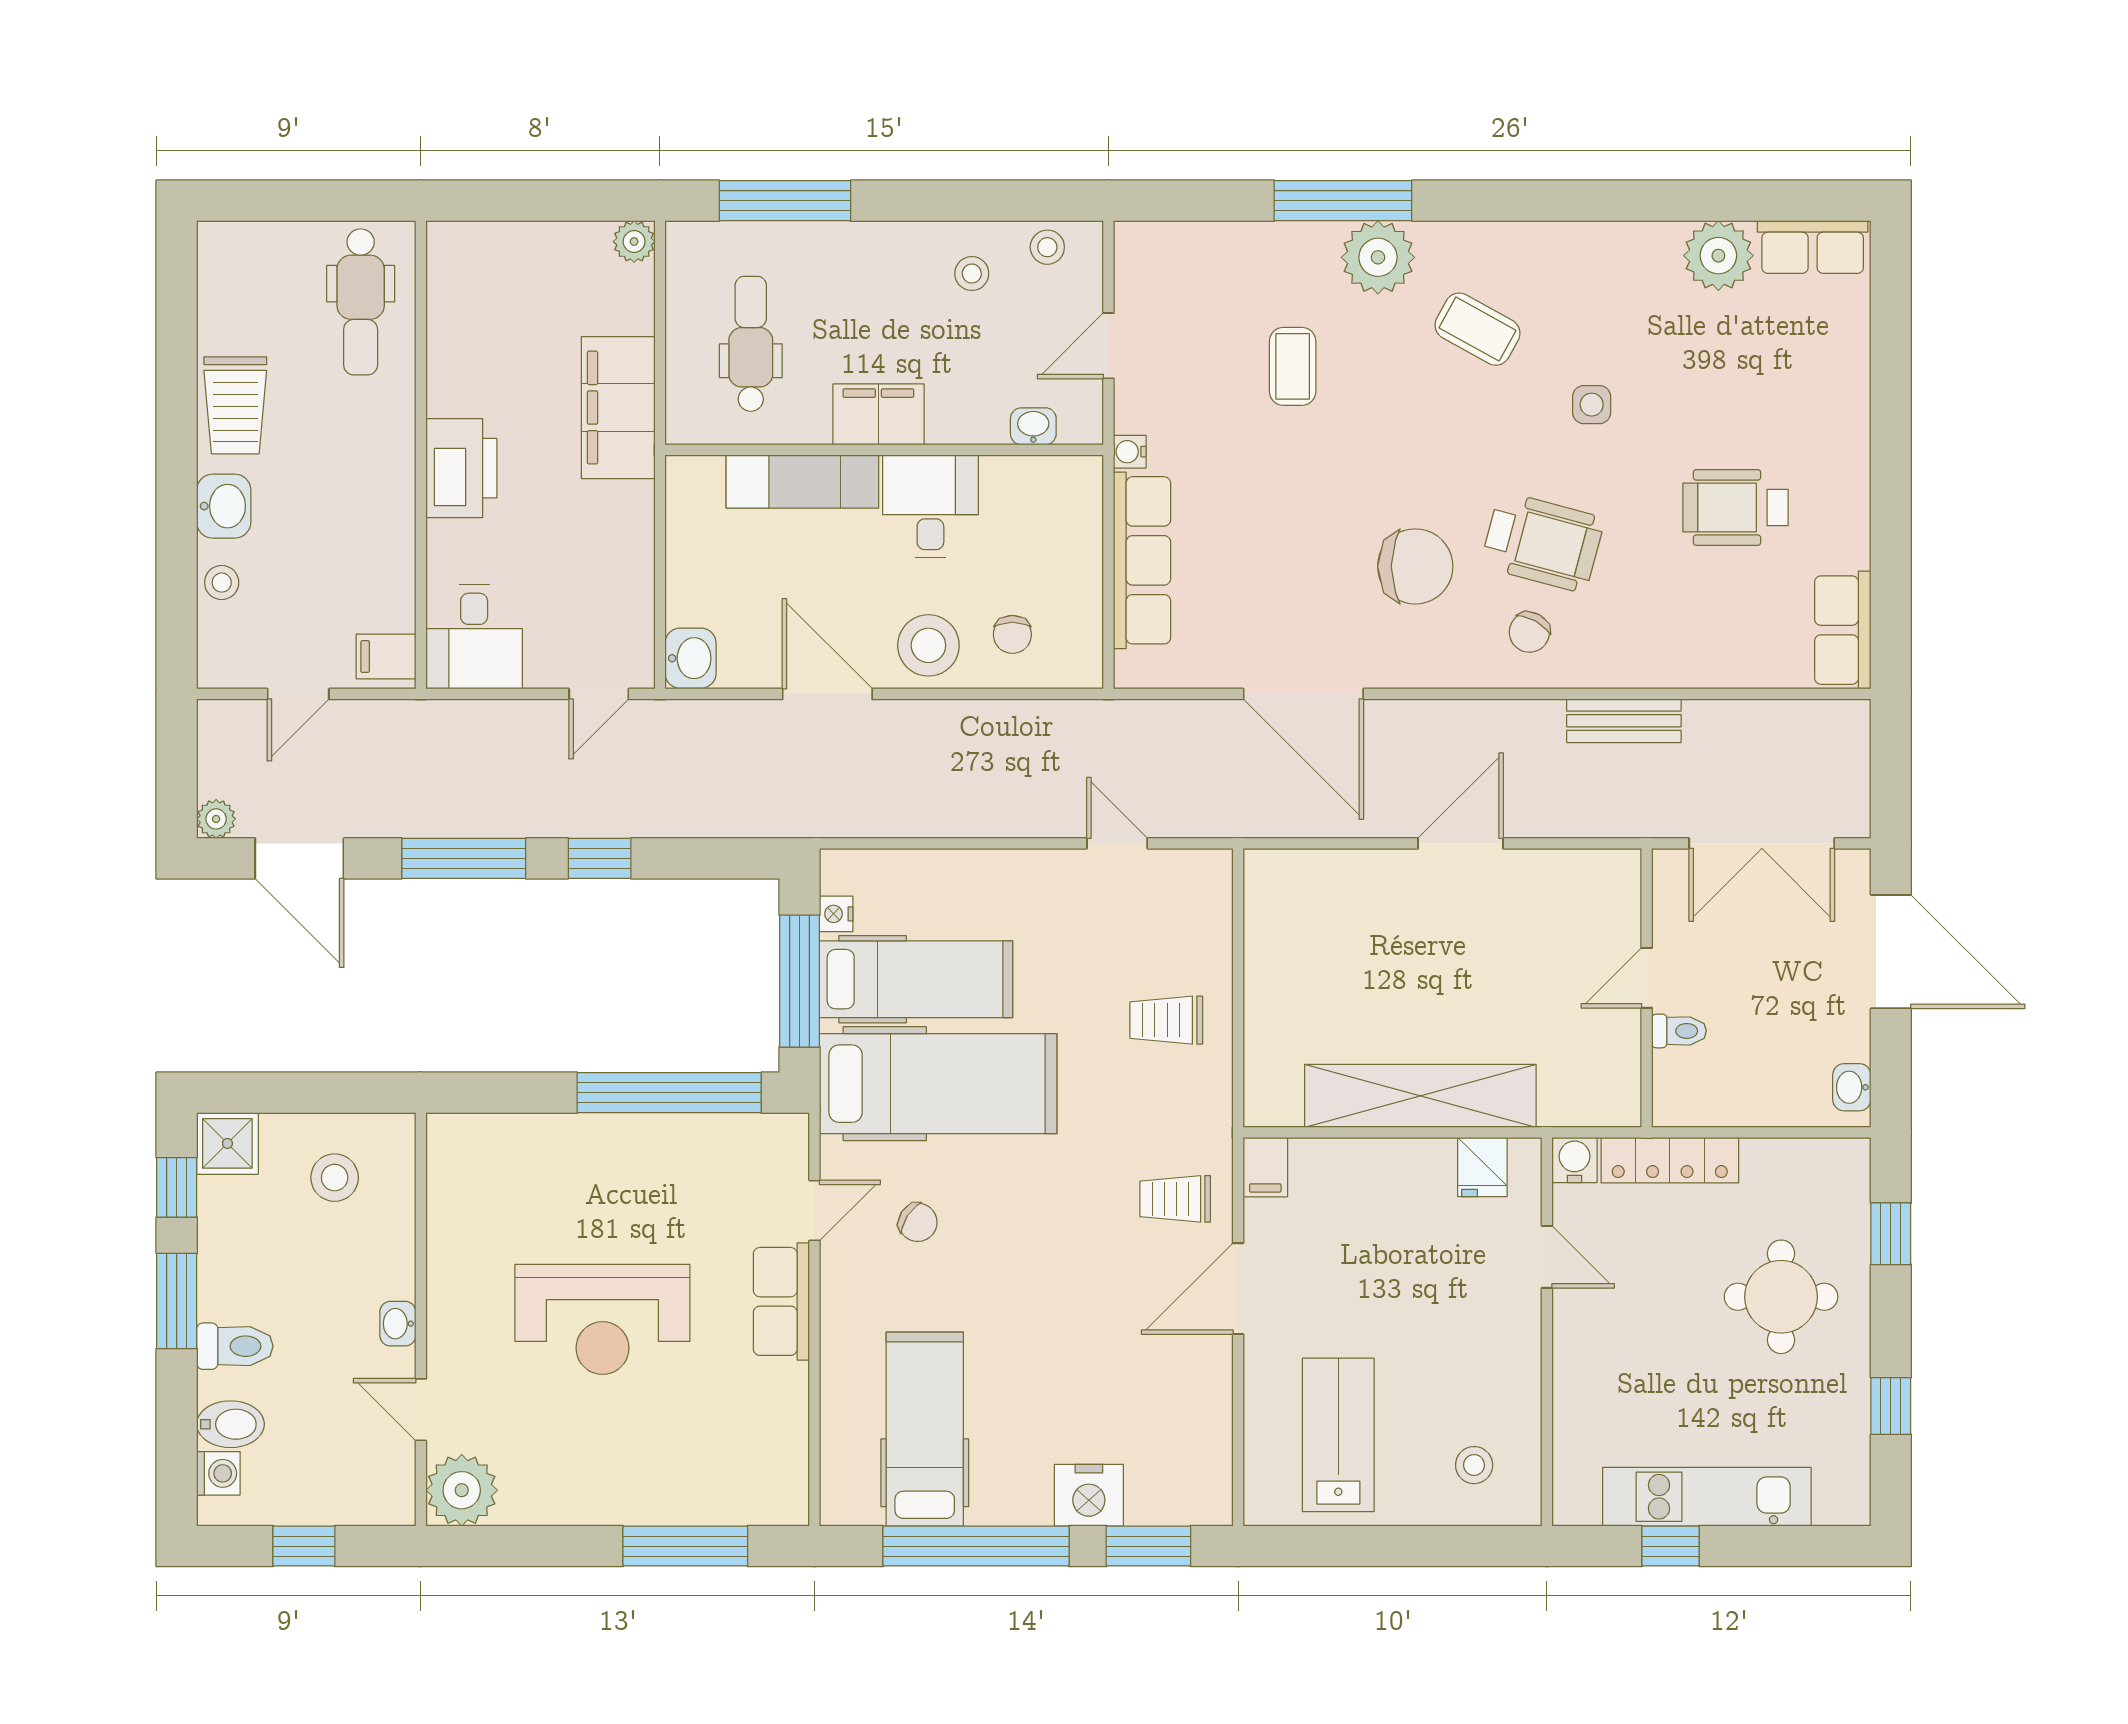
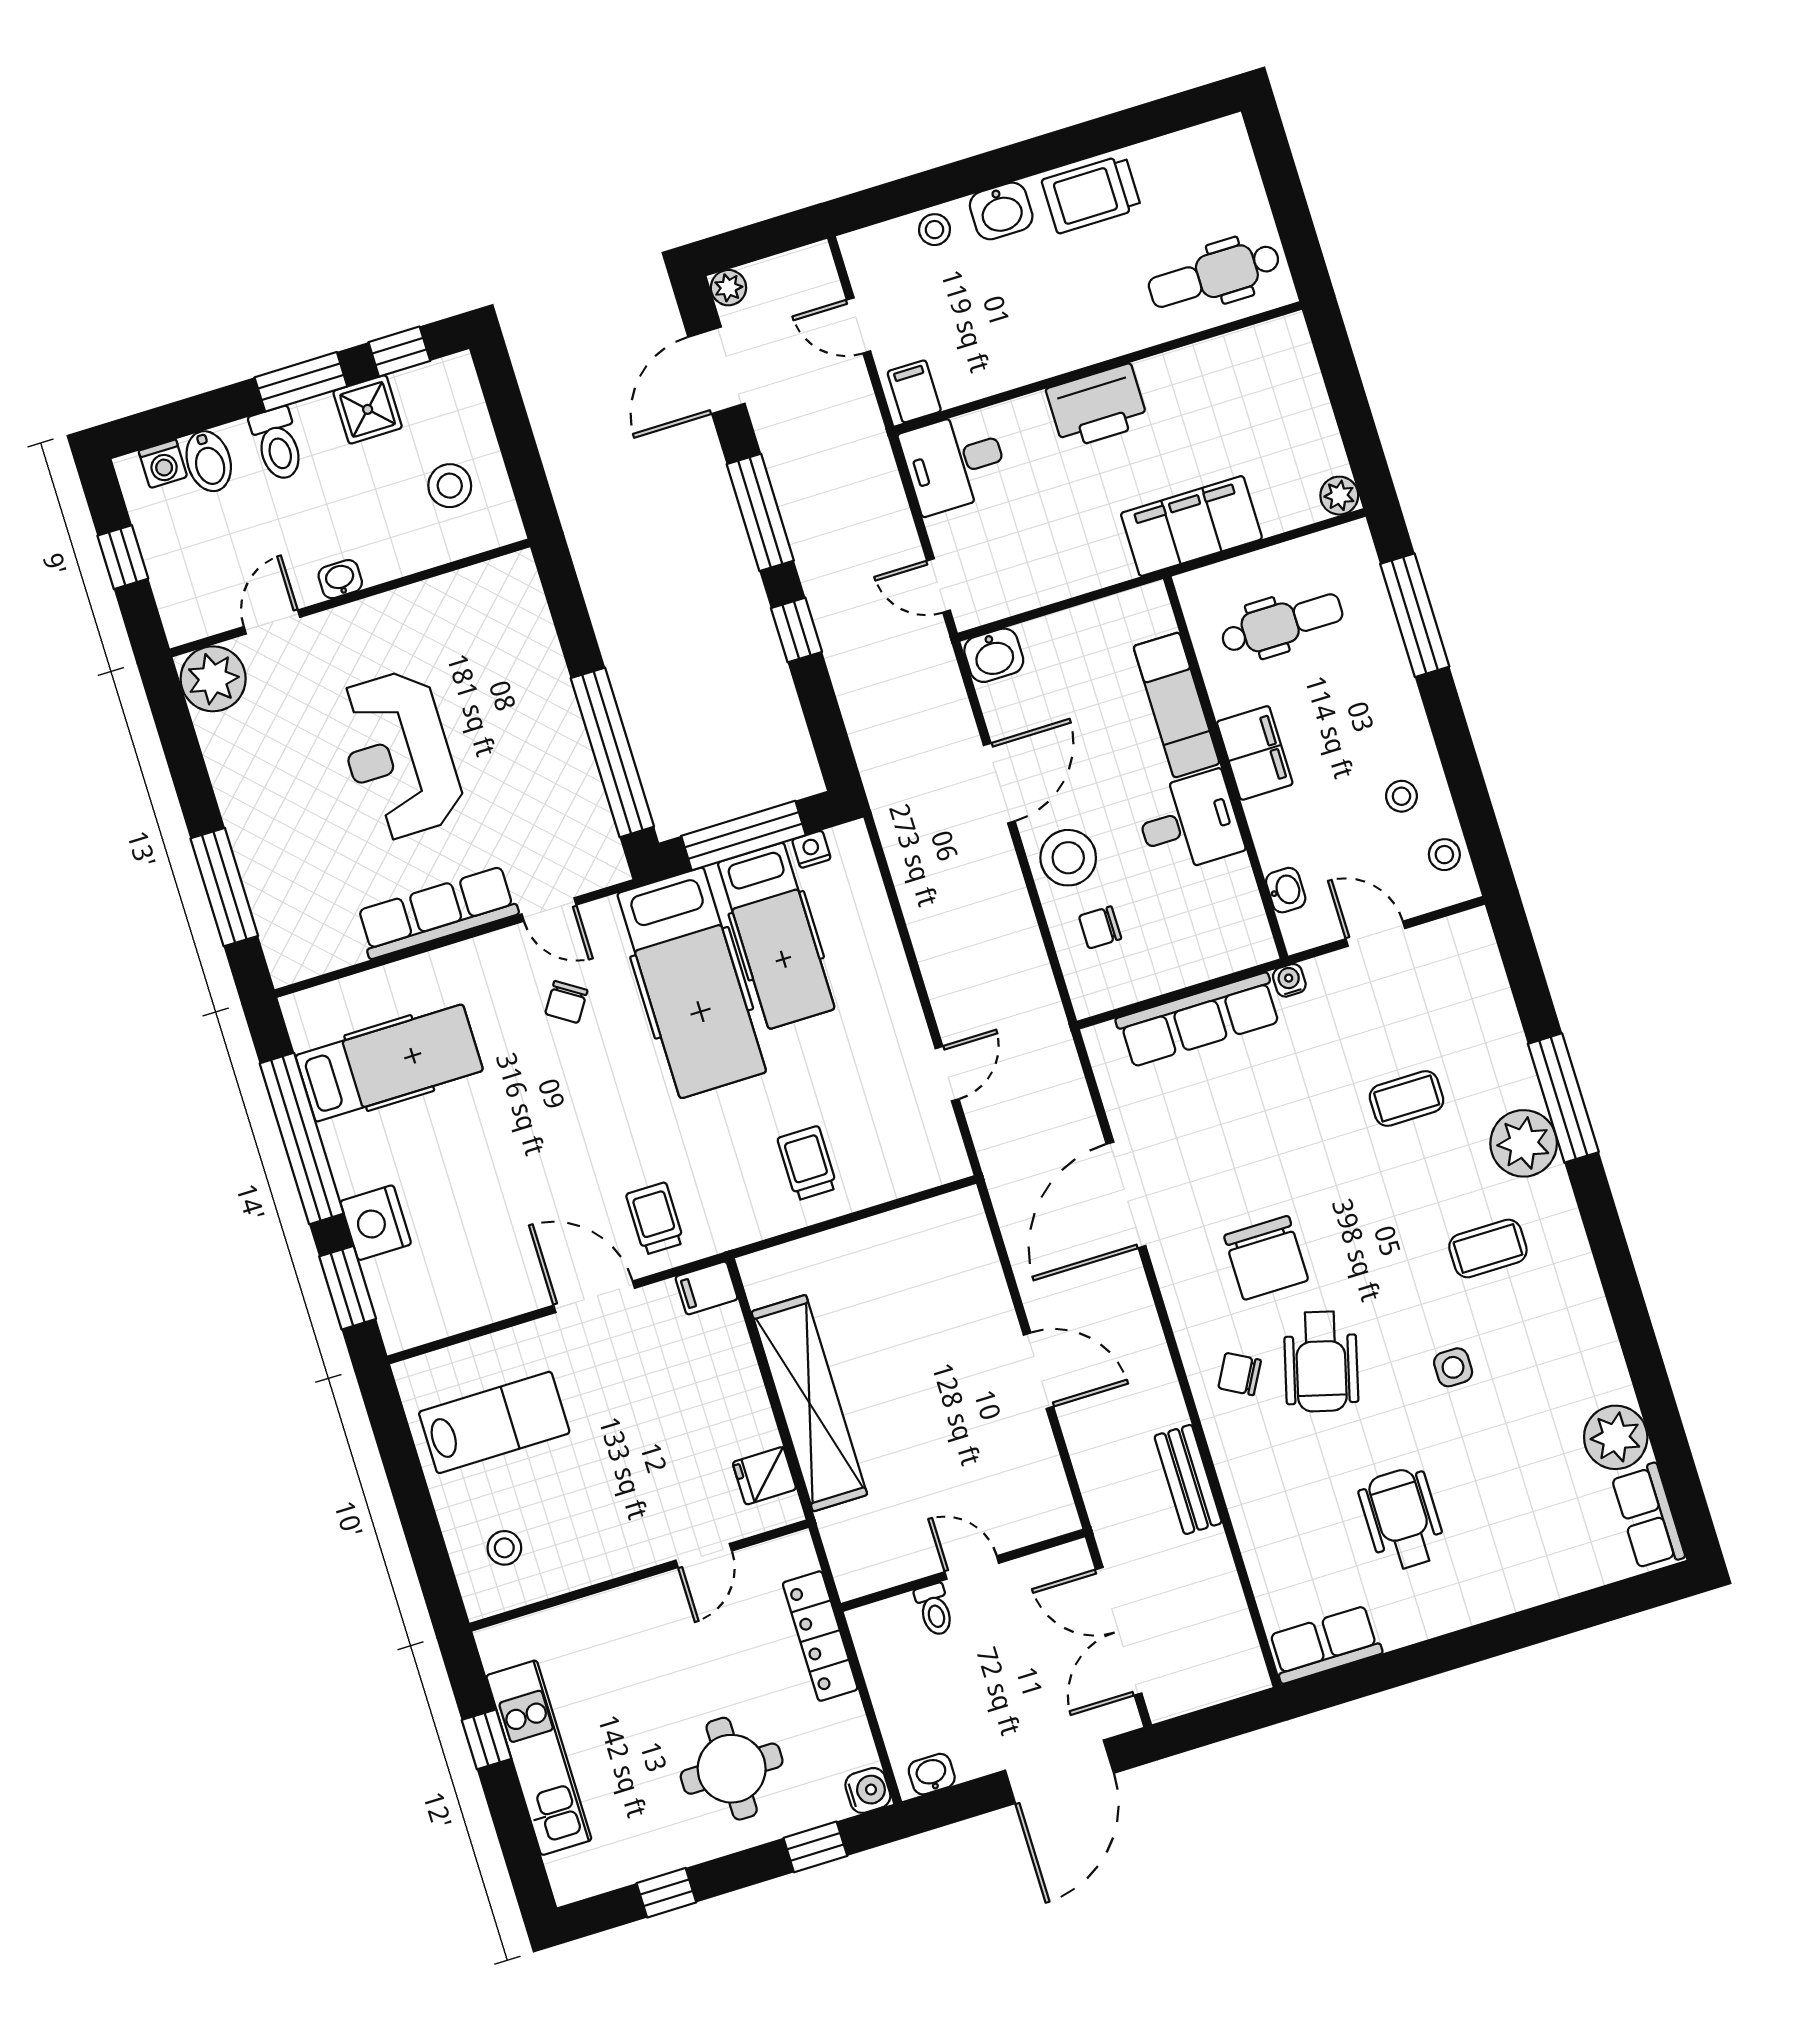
coffee table: (1477, 329) -> (1488, 1249), turned 61
shower: (227, 1143) -> (368, 409), moved
water cooler: (1574, 1160) -> (868, 1790), moved
row of seats: (781, 1301) -> (437, 913), width x1.48

